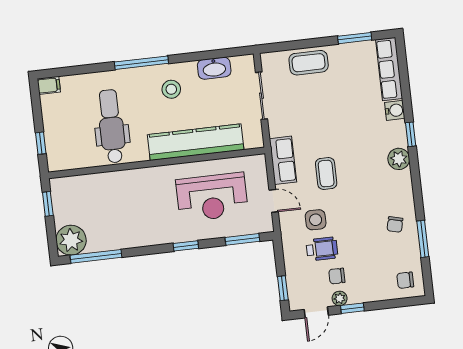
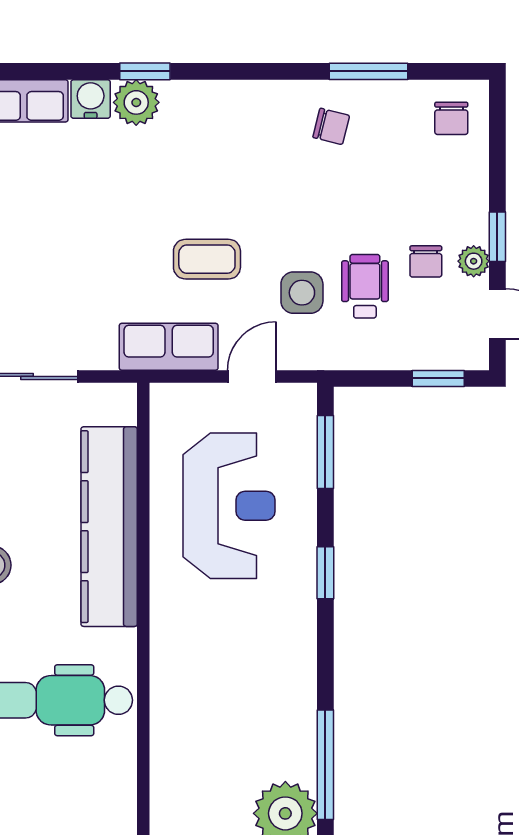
plant: (399, 159) -> (136, 102), moved

